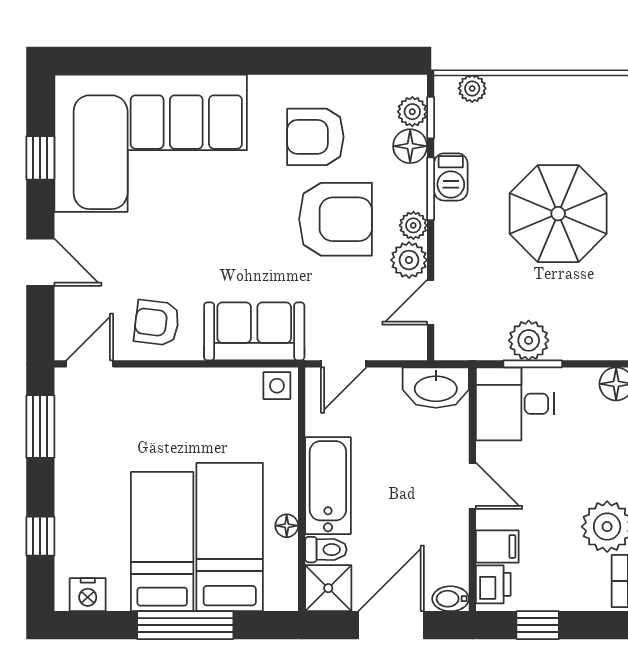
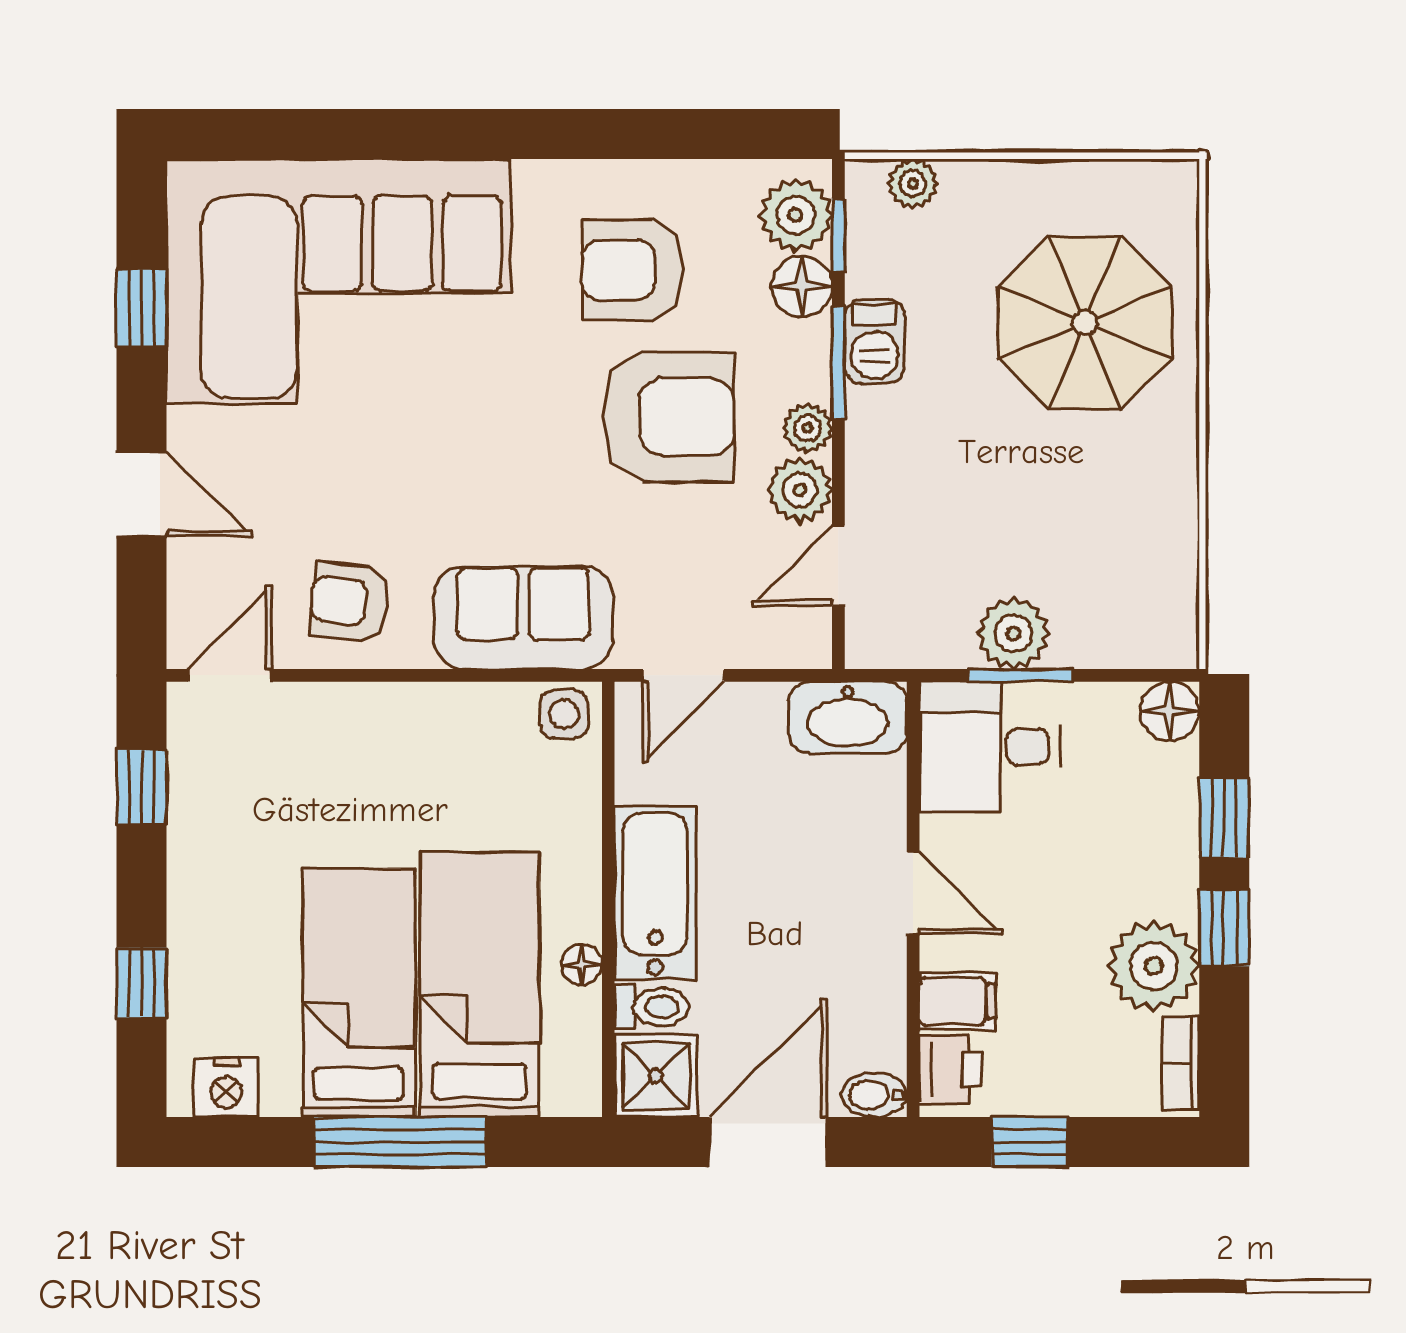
plant: (412, 112) -> (796, 215), width x1.38, depth x1.38
parasol: (558, 214) -> (1085, 323), moved
window: (40, 426) -> (142, 787), width x0.67

